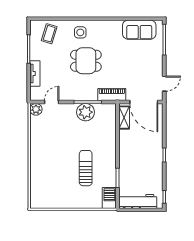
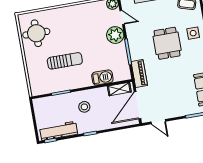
plant: (86, 112) -> (115, 35), moved
stool: (136, 156) -> (84, 107), added
round table: (52, 192) -> (36, 33), added
barbecue: (109, 198) -> (102, 77), moved
workbench: (138, 201) -> (59, 131), moved, turned -90

